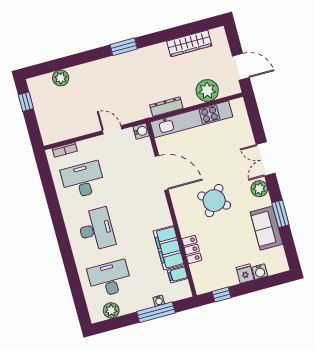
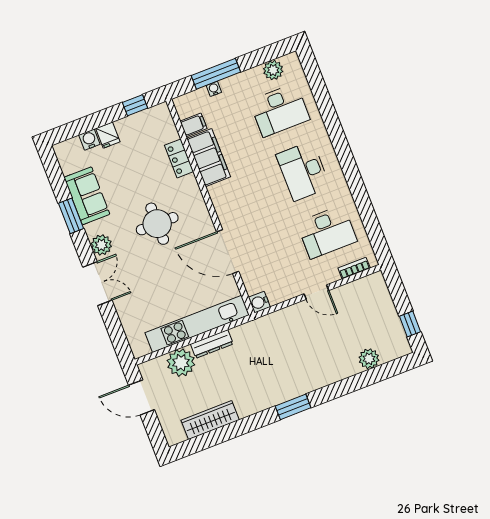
dresser: (166, 107) -> (212, 344), moved
door: (112, 130) -> (316, 292), moved
round table: (214, 201) -> (157, 224), turned -36

